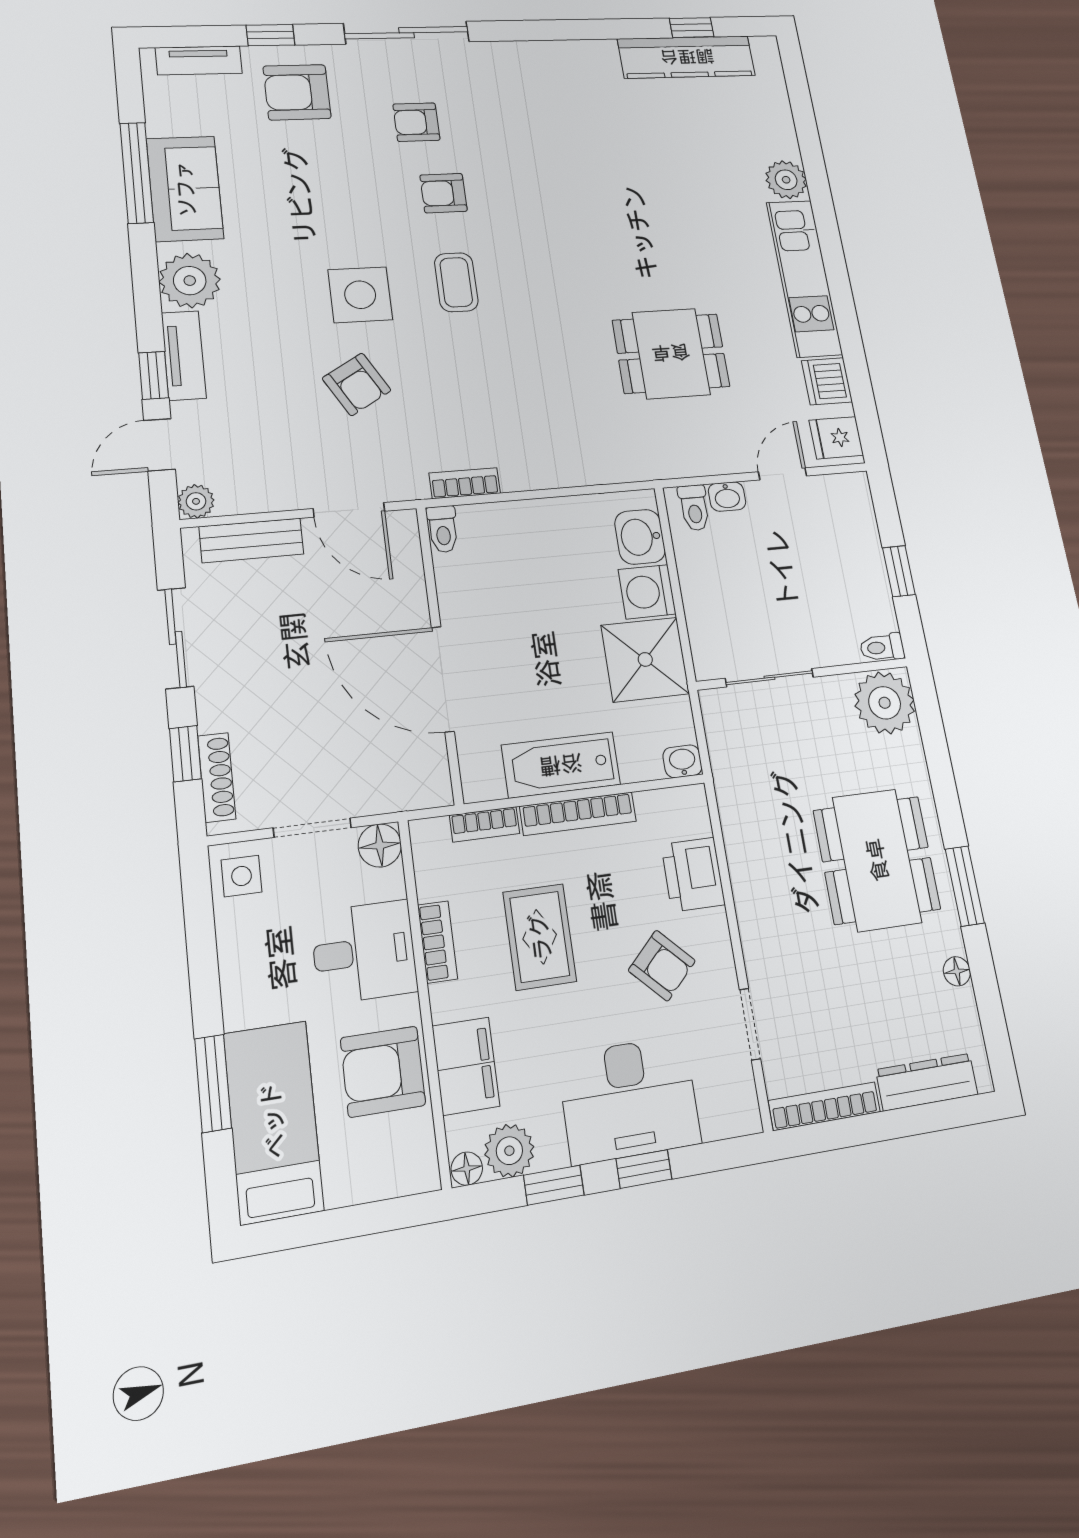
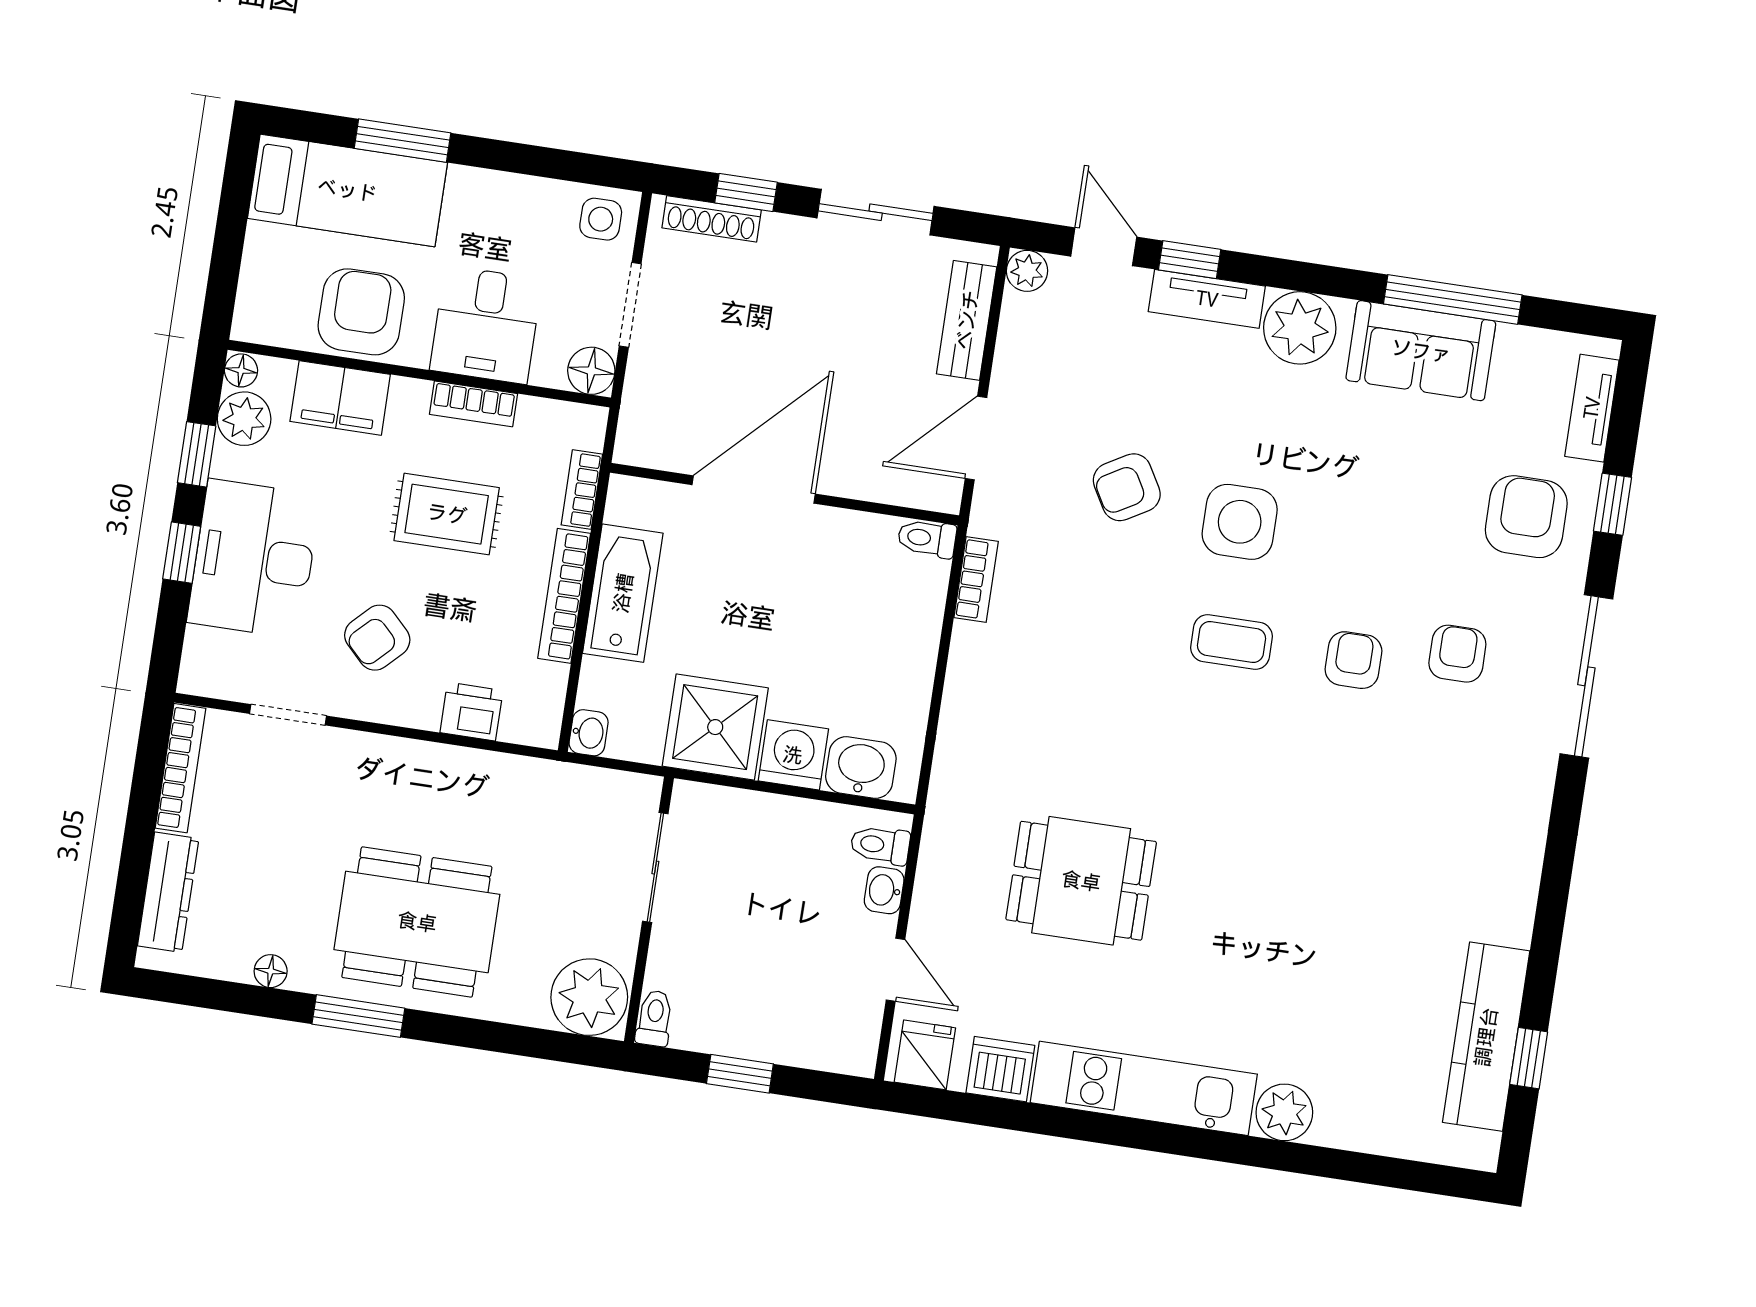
dining table: (671, 353) -> (1081, 881), turned 90
printer: (693, 874) -> (471, 712), width x0.73, depth x0.81

